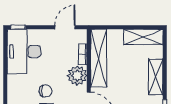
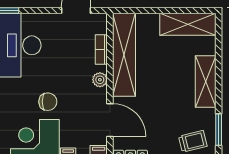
plant: (77, 76) -> (100, 80), width x0.53, depth x0.53

